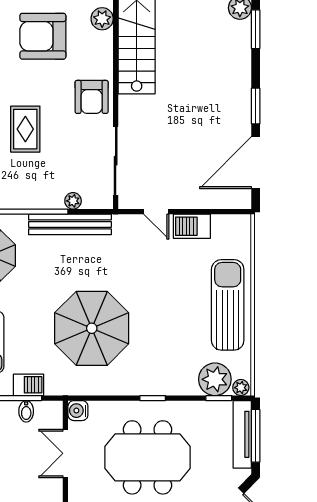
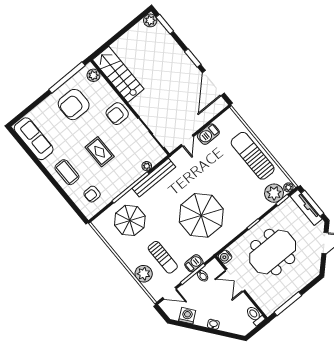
armchair: (92, 97) -> (117, 114), turned 90
door: (156, 212) -> (187, 141), hinge flipped

